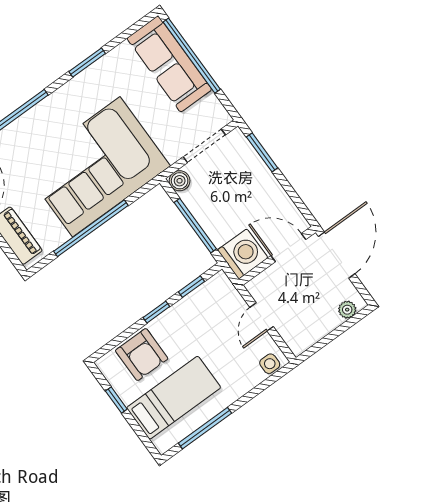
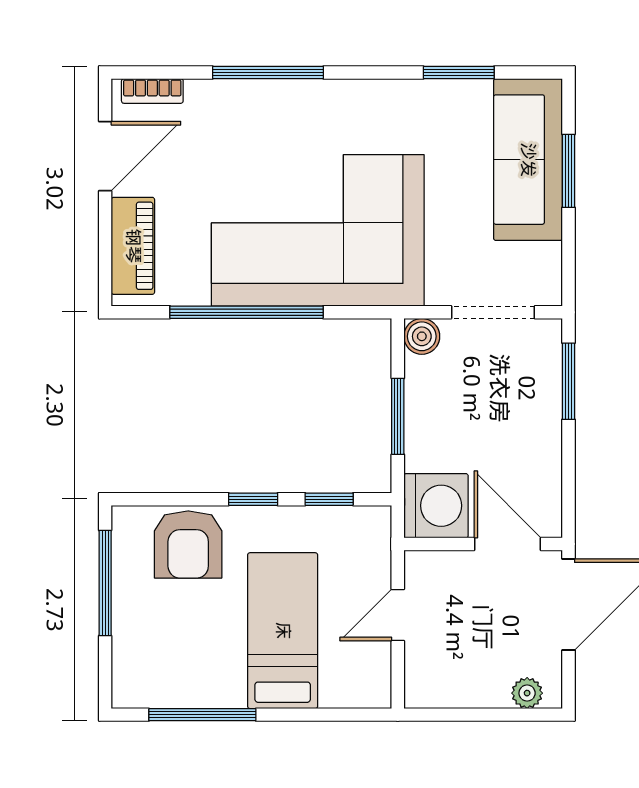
window: (192, 56) -> (568, 171), width x0.47
window: (87, 63) -> (459, 73), moved
window: (195, 226) -> (398, 416), width x0.69
side table: (270, 364) -> (361, 690), removed
bed: (174, 398) -> (283, 631), moved, turned -90
window: (116, 400) -> (105, 583), width x2.17

